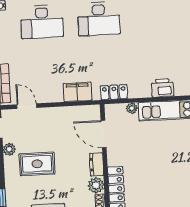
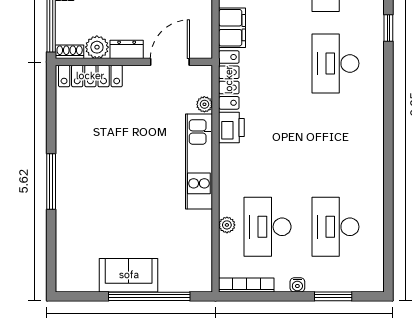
printer: (163, 88) -> (231, 128), moved
locker: (114, 92) -> (229, 80), width x1.53

